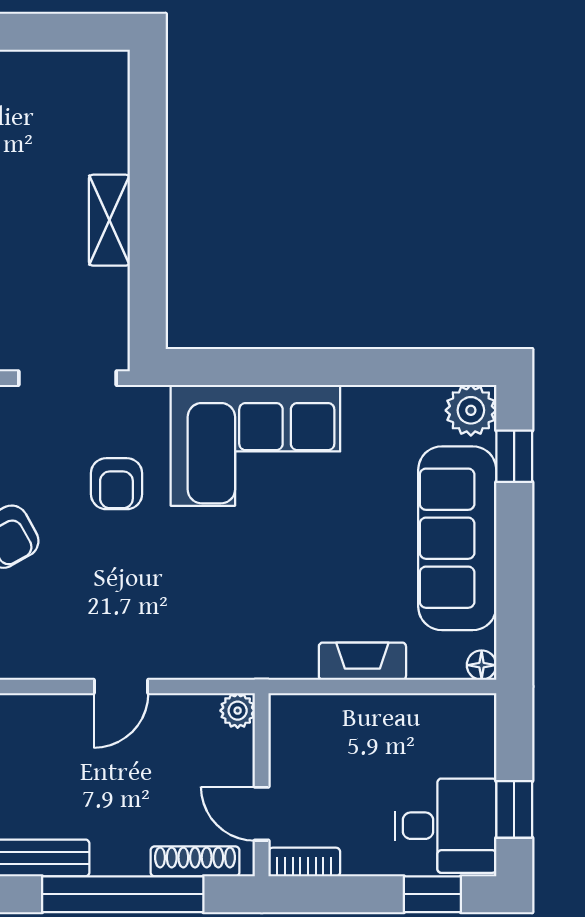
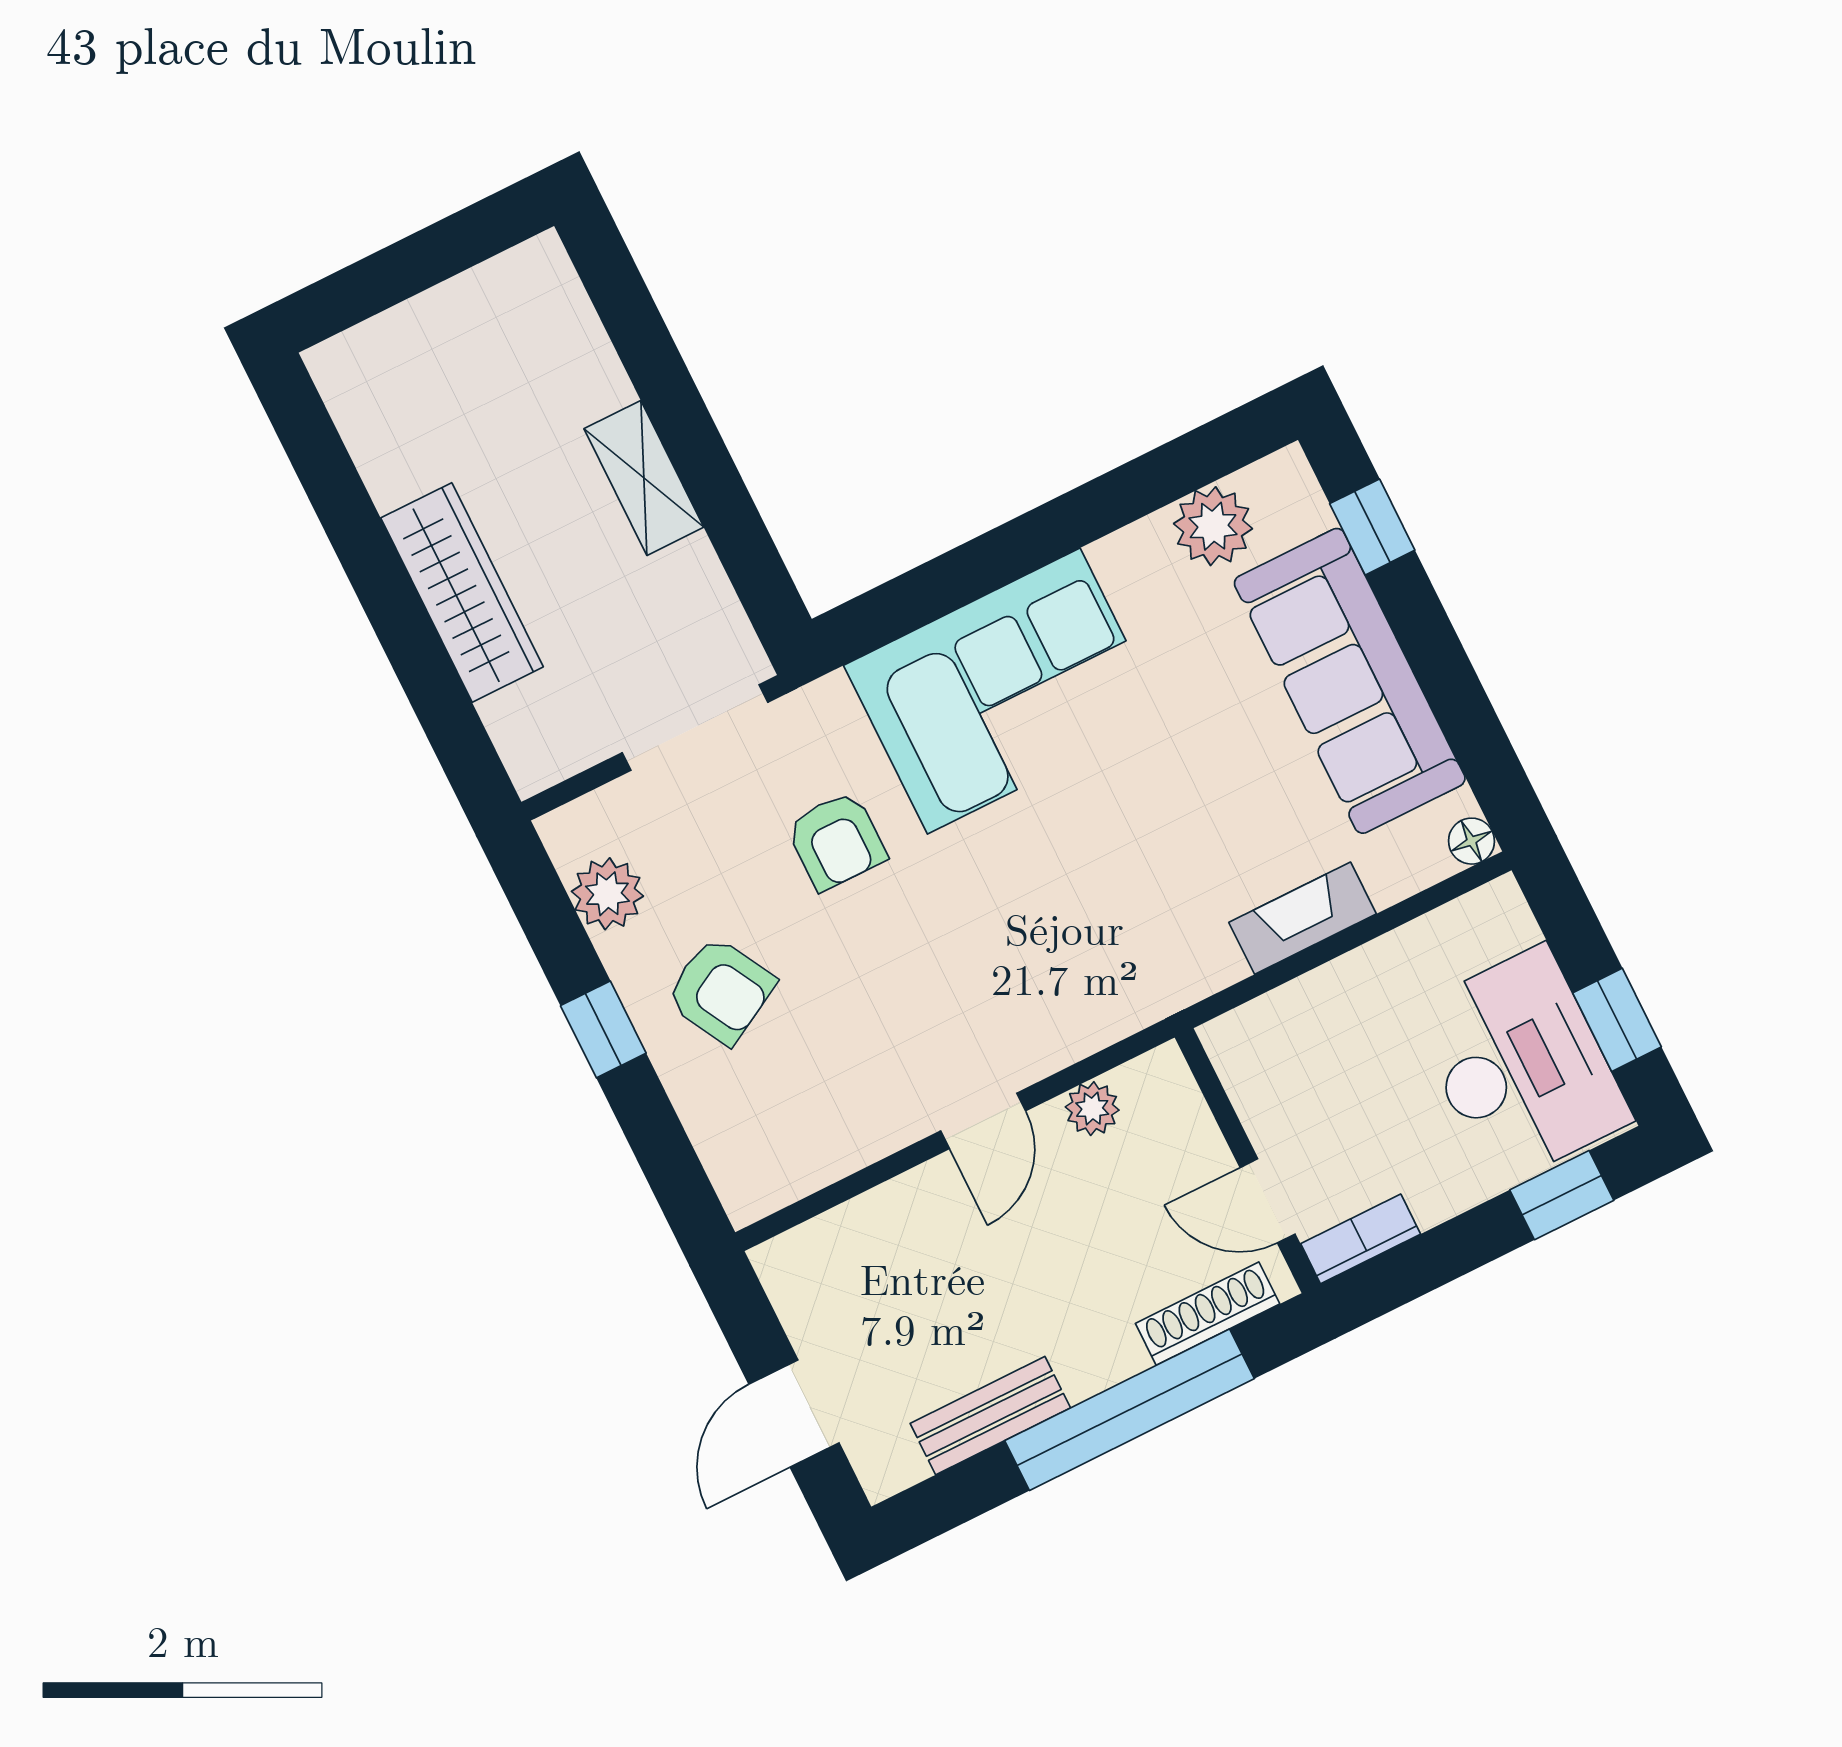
plant: (471, 410) -> (1213, 526), moved
plant: (238, 711) -> (1092, 1109), moved
desk: (445, 826) -> (1520, 1066), width x1.37

